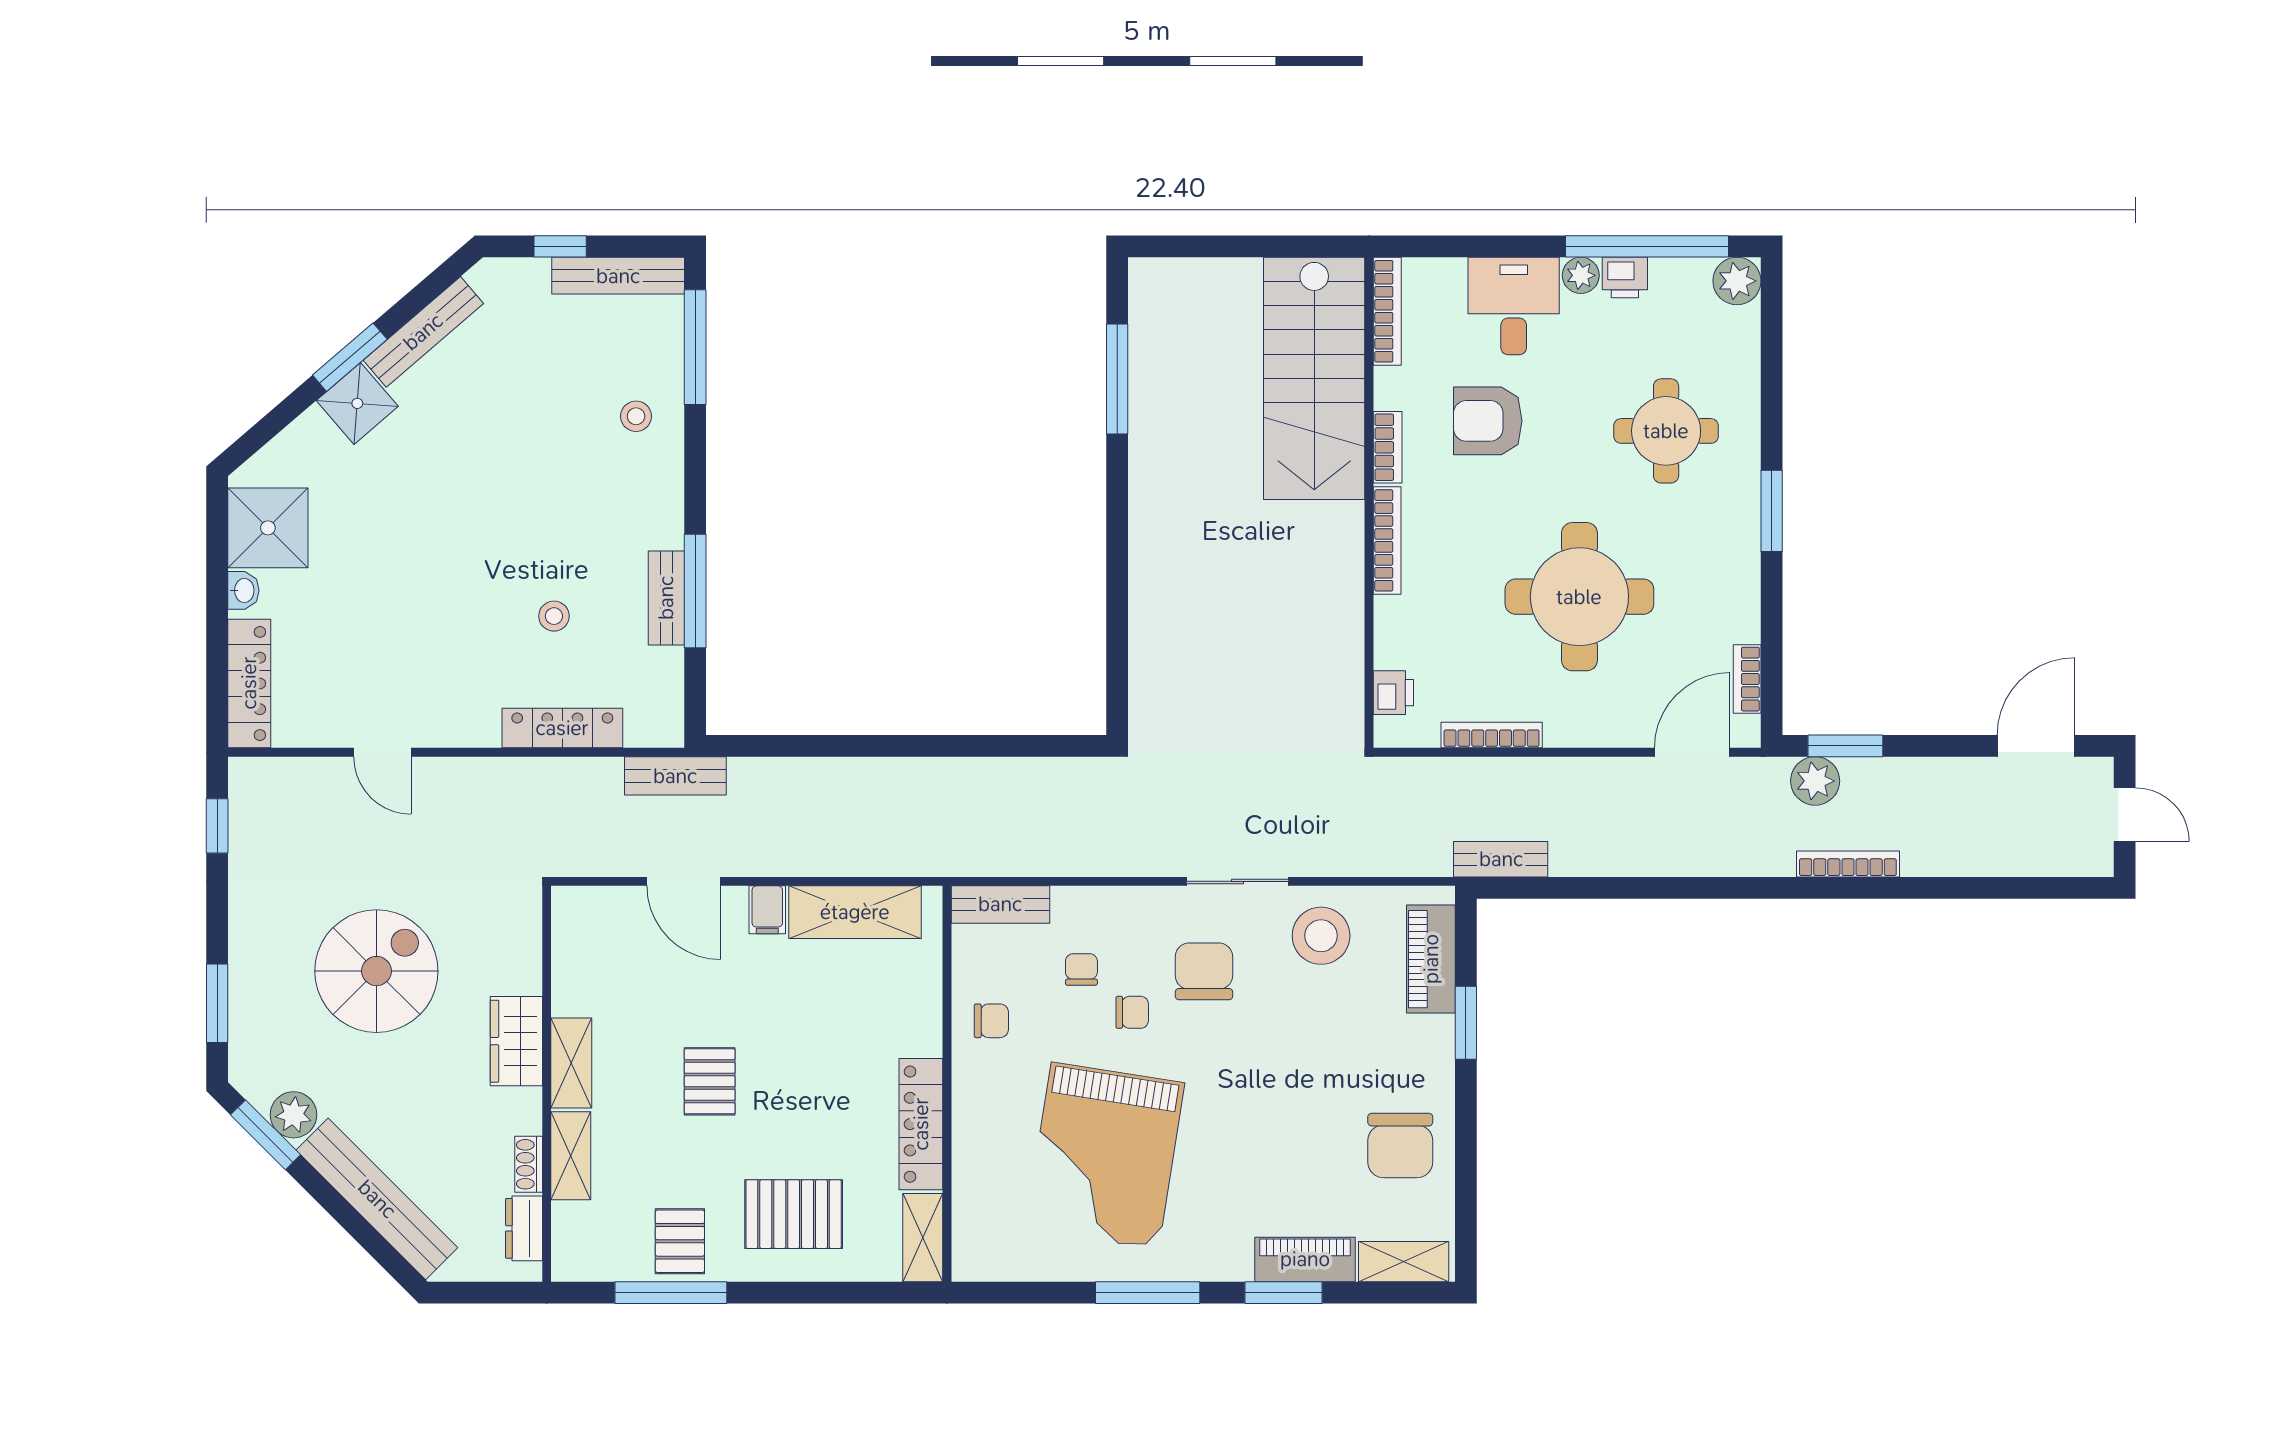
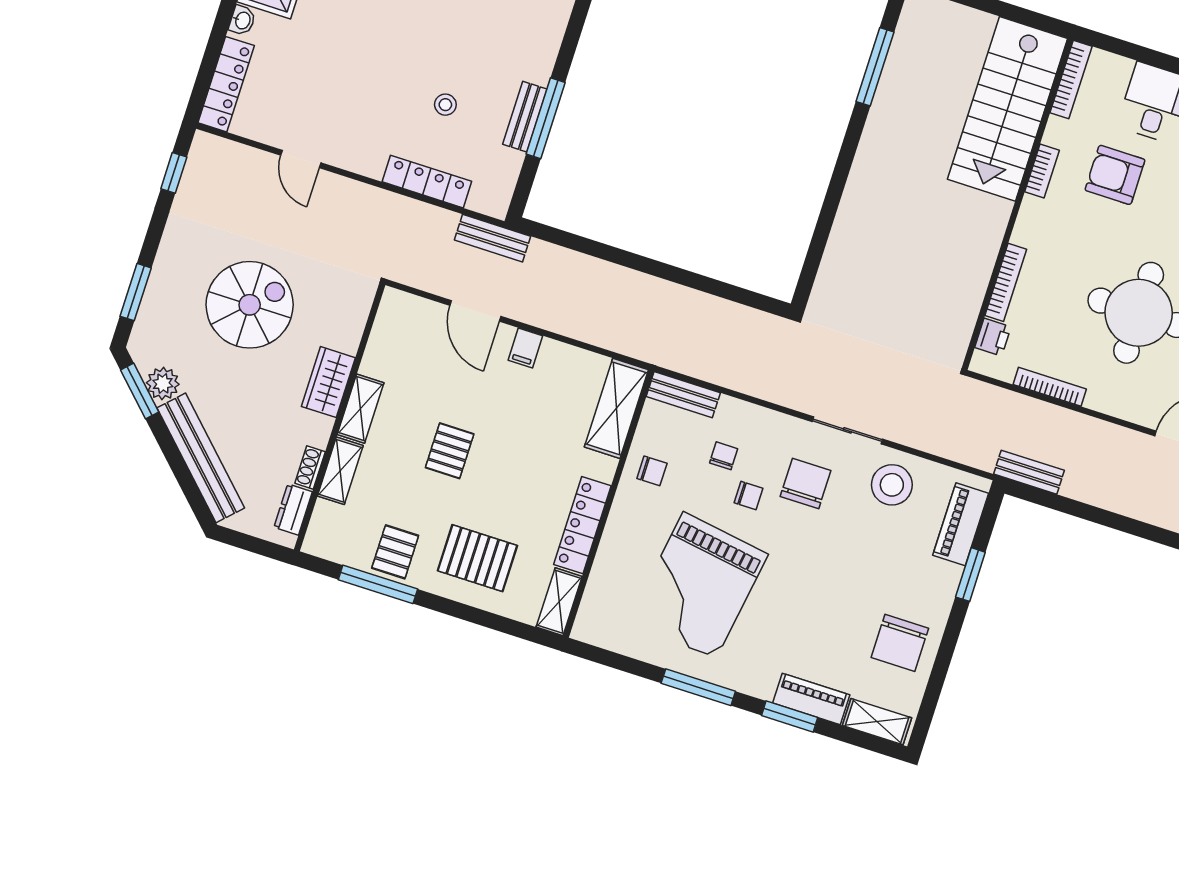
bookcase: (1387, 540) -> (1006, 282), moved
shelving: (855, 912) -> (616, 408), moved, turned 90

